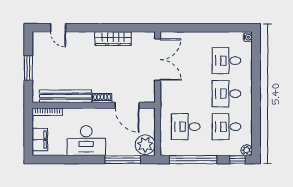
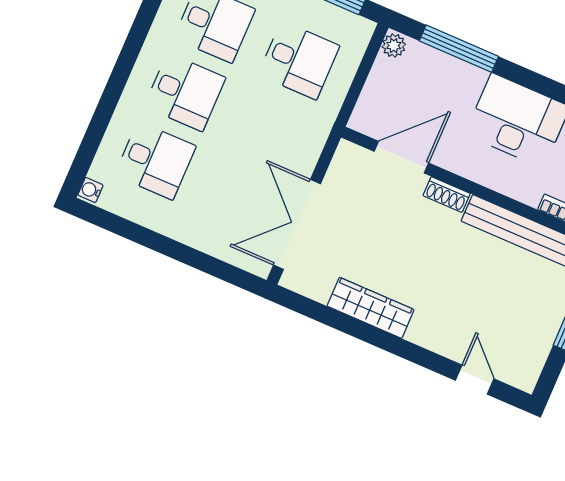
door: (127, 105) -> (401, 157), hinge flipped
plant: (145, 145) -> (394, 46), width x0.53, depth x0.53

